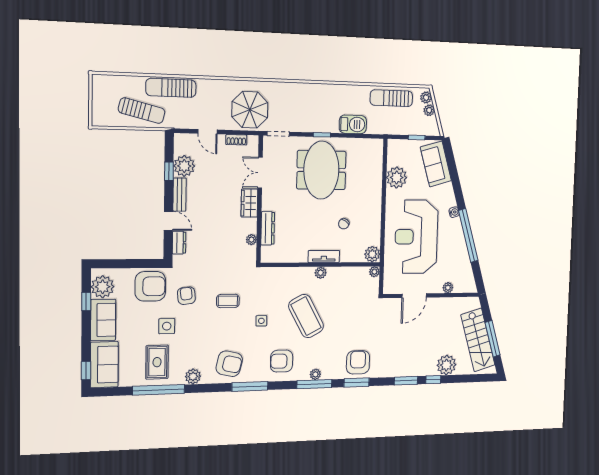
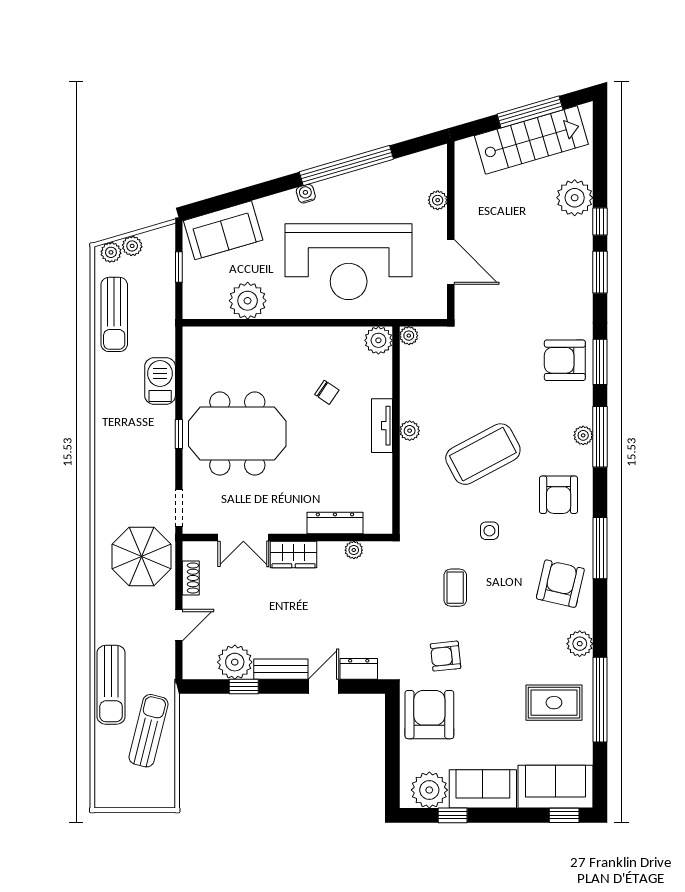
side table: (167, 326) -> (495, 687), removed

